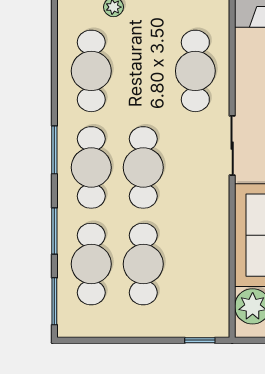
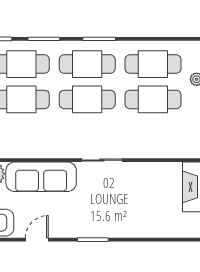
cafe table: (195, 71) -> (153, 99), moved

